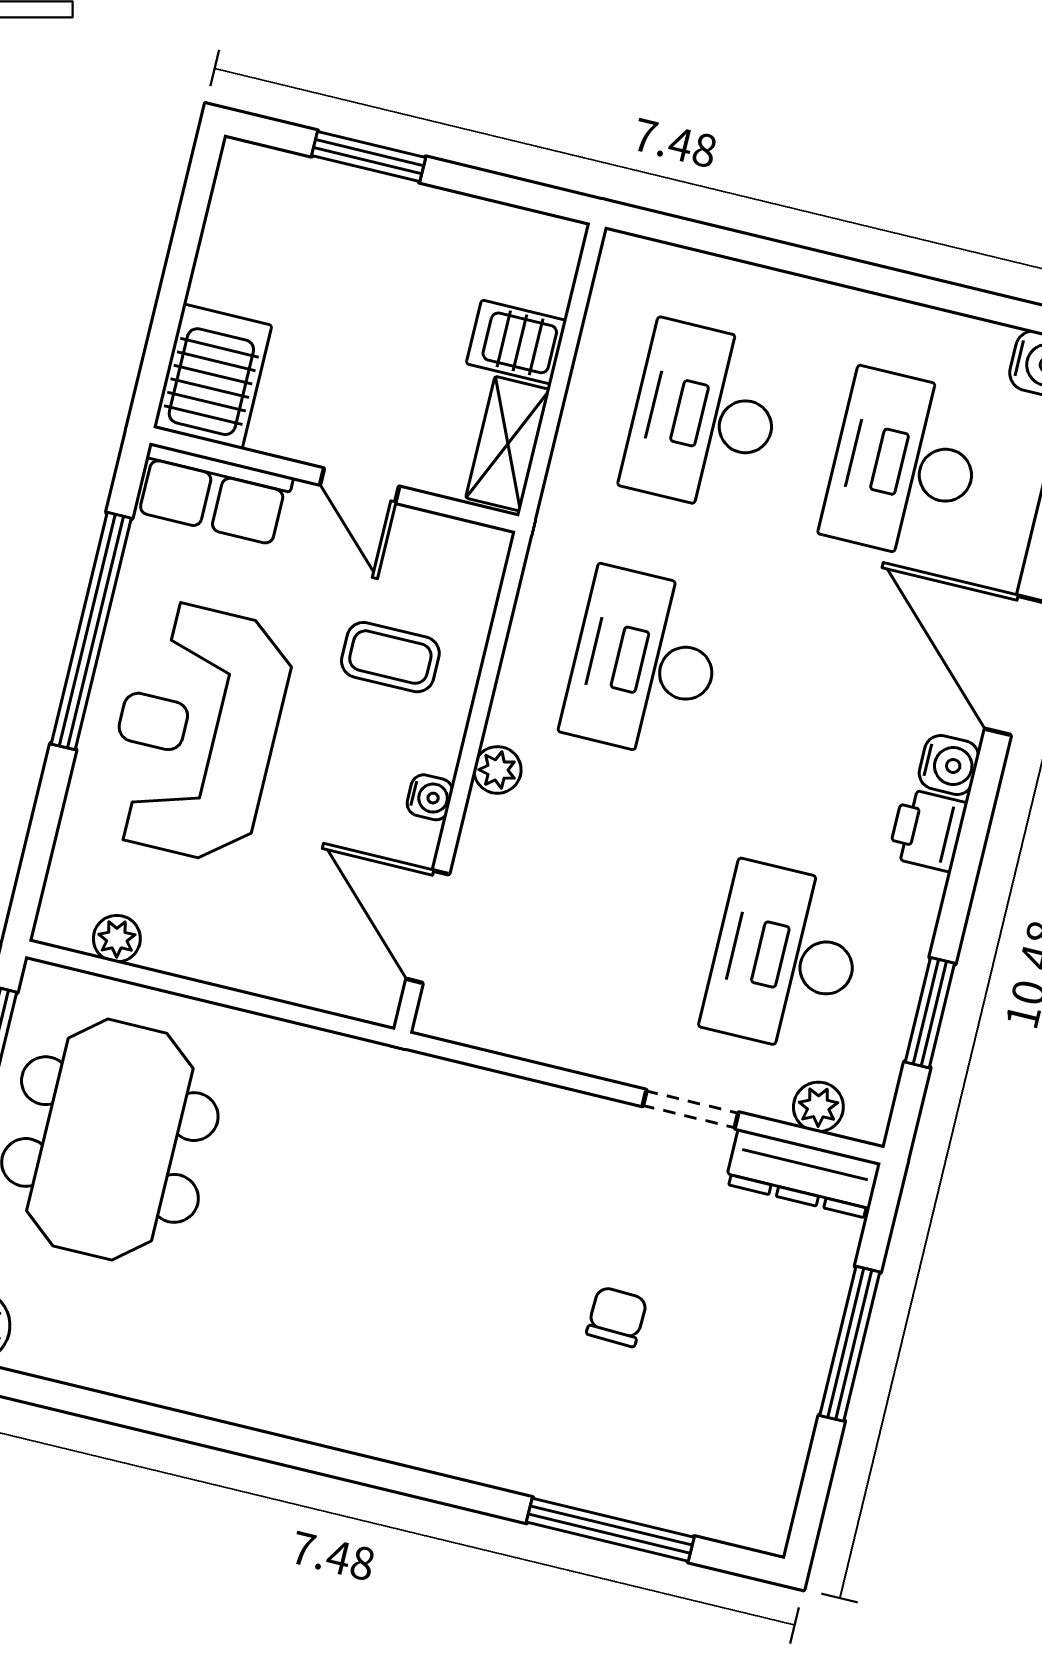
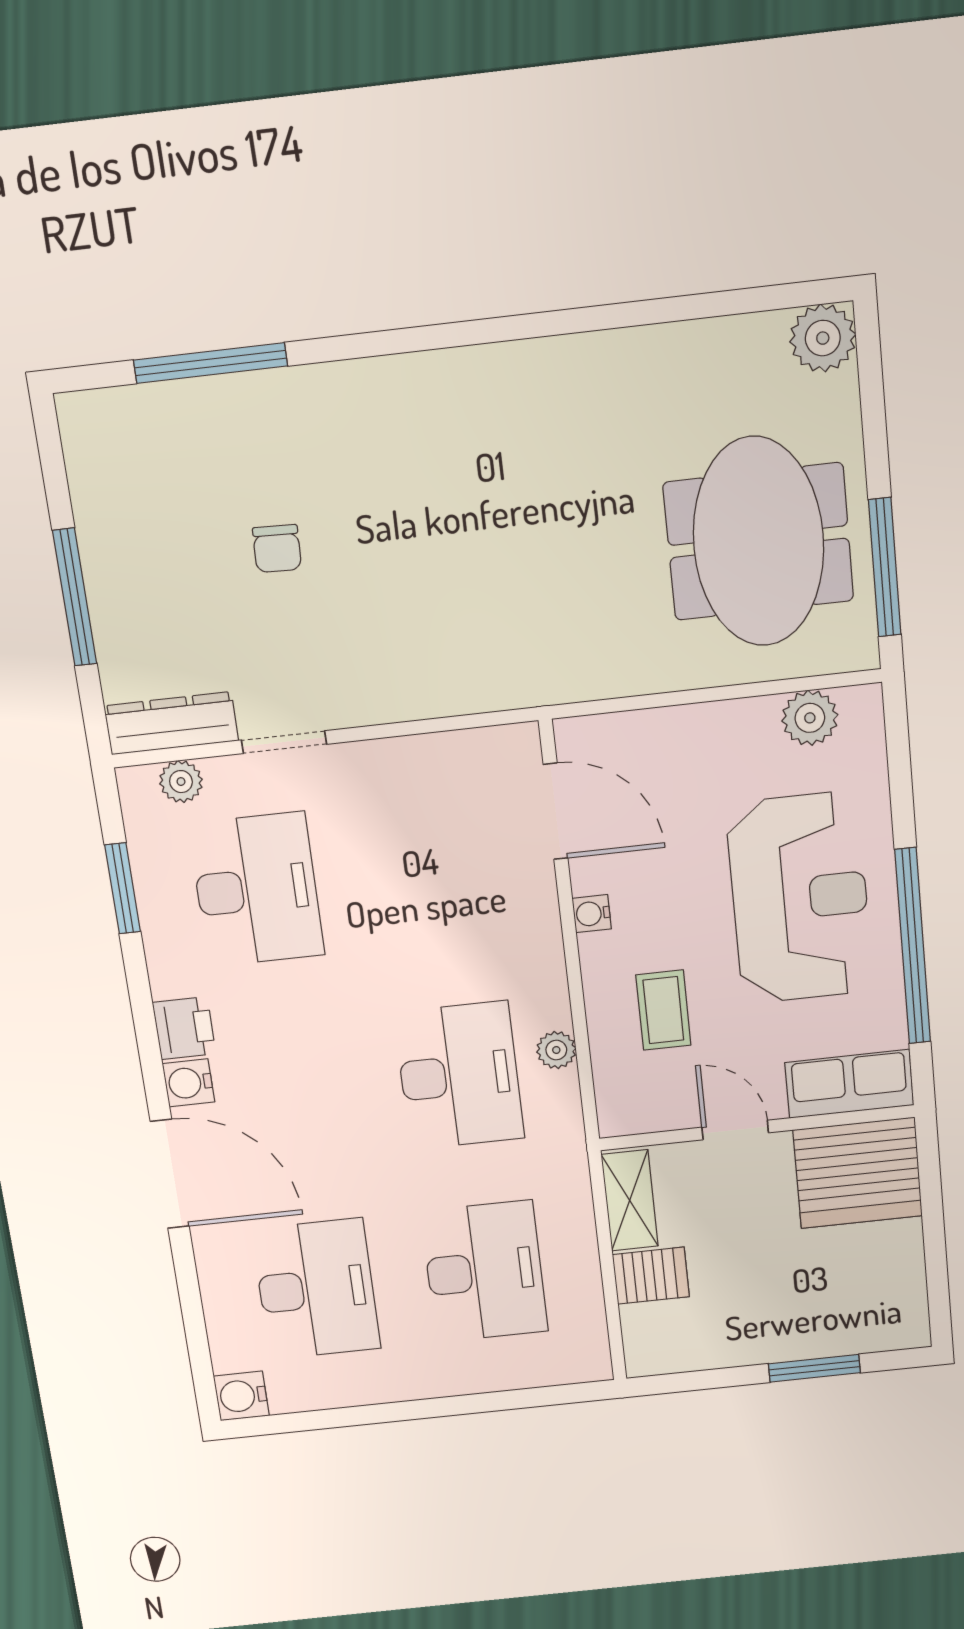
server rack: (213, 377) -> (858, 1173), width x1.60
coffee table: (390, 657) -> (663, 1010), turned 90
plant: (497, 770) -> (556, 1050), moved
plant: (117, 939) -> (810, 718), width x1.38, depth x1.38

